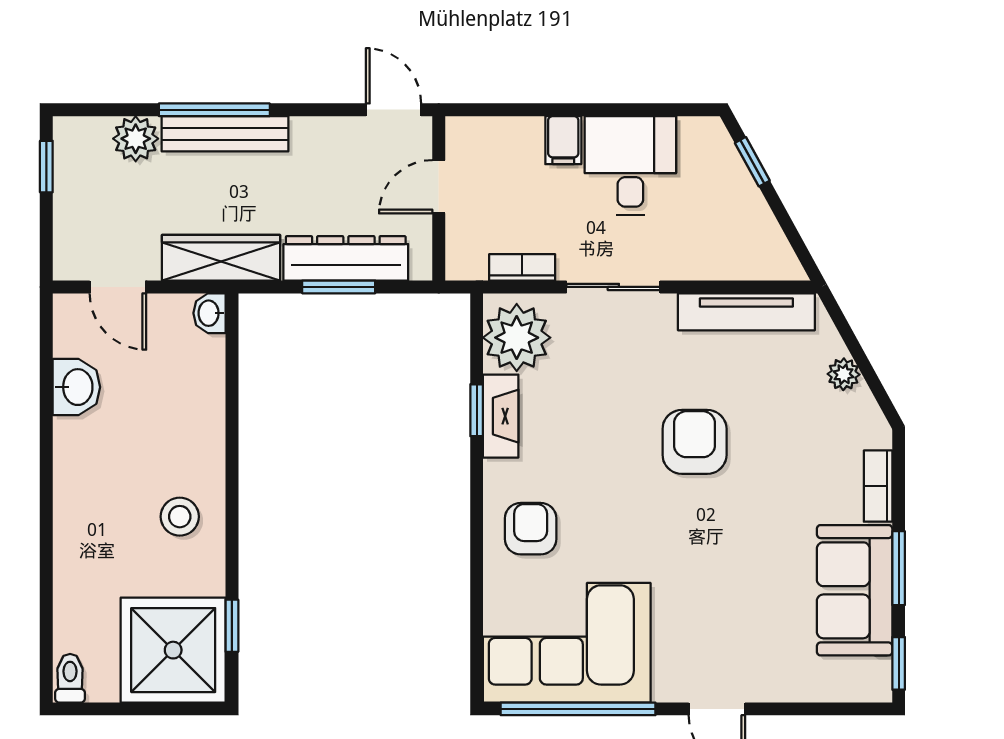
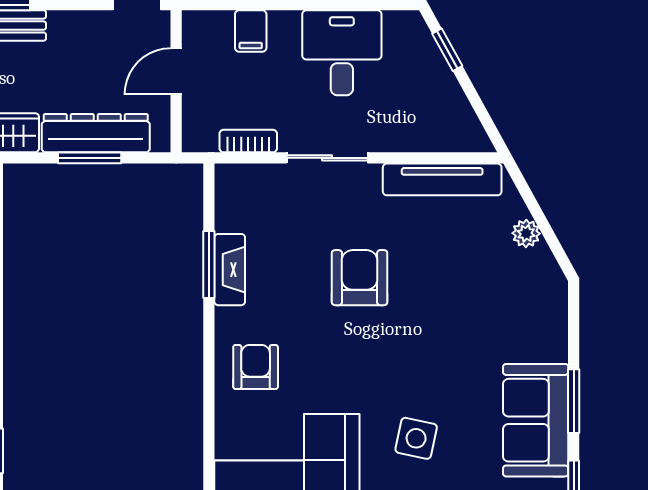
filing cabinet: (563, 140) -> (251, 31), moved
plant: (517, 338) -> (244, 202), removed
window: (477, 410) -> (209, 265), width x1.50
armchair: (695, 442) -> (360, 278), moved
bookcase: (878, 486) -> (556, 330), removed
side table: (716, 611) -> (416, 438), added

